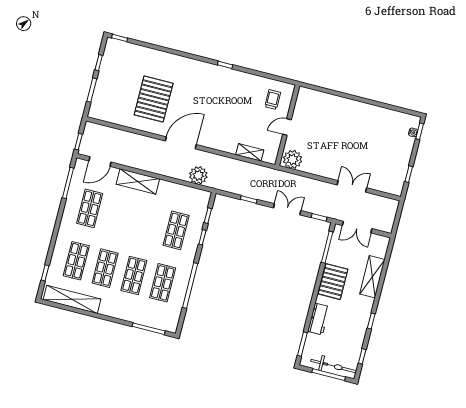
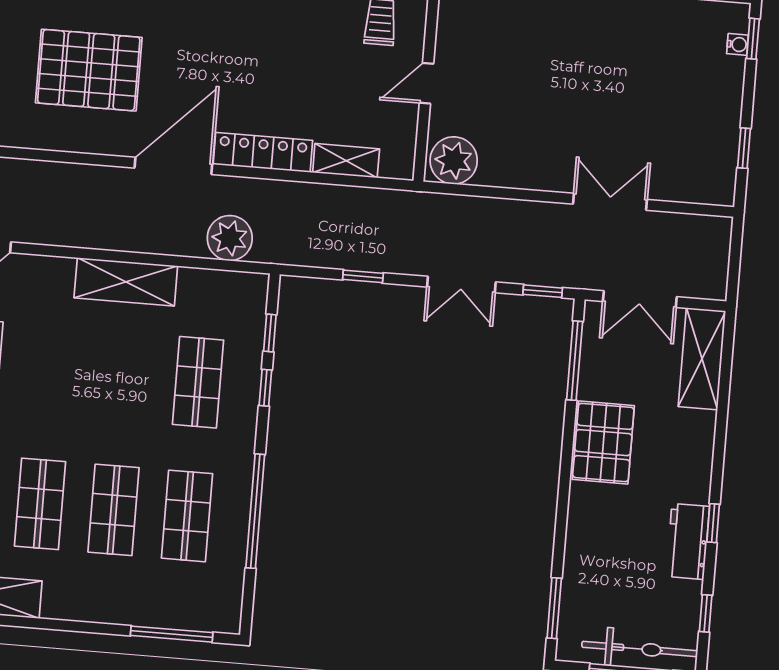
pallet: (154, 99) -> (89, 70), turned 90
locker: (217, 143) -> (263, 152), added
shelving: (138, 182) -> (126, 282), moved
double door: (287, 209) -> (461, 284), swing flipped
shelving: (372, 277) -> (702, 359), moved
workbench: (319, 319) -> (688, 541), moved, turned 180

